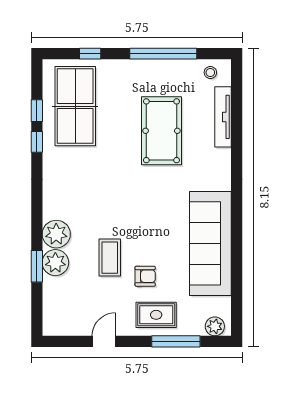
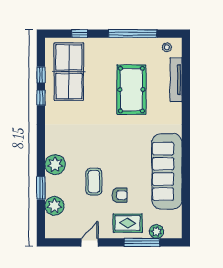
plant: (55, 263) -> (54, 206), moved
plant: (215, 326) -> (157, 232), moved

